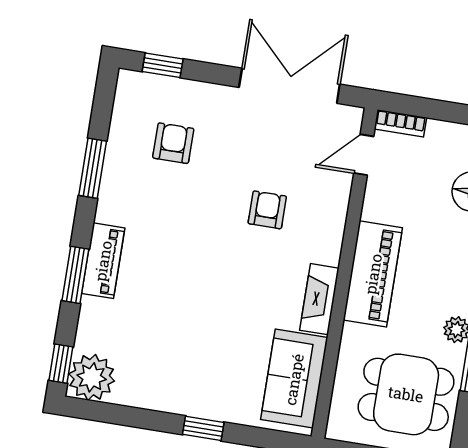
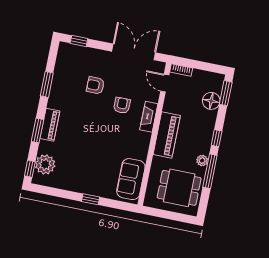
armchair: (173, 143) -> (95, 85), moved, turned -90
door: (364, 155) -> (165, 83), hinge flipped
fireplace: (319, 299) -> (149, 117), moved
plant: (92, 377) -> (45, 164), moved

